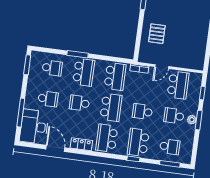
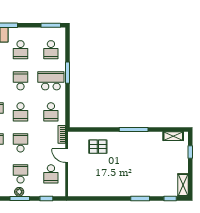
school desk: (84, 72) -> (51, 81), turned 180
school desk: (115, 76) -> (51, 112), width x0.54
school desk: (178, 85) -> (51, 174), width x0.54
school desk: (111, 107) -> (21, 112), width x0.54

